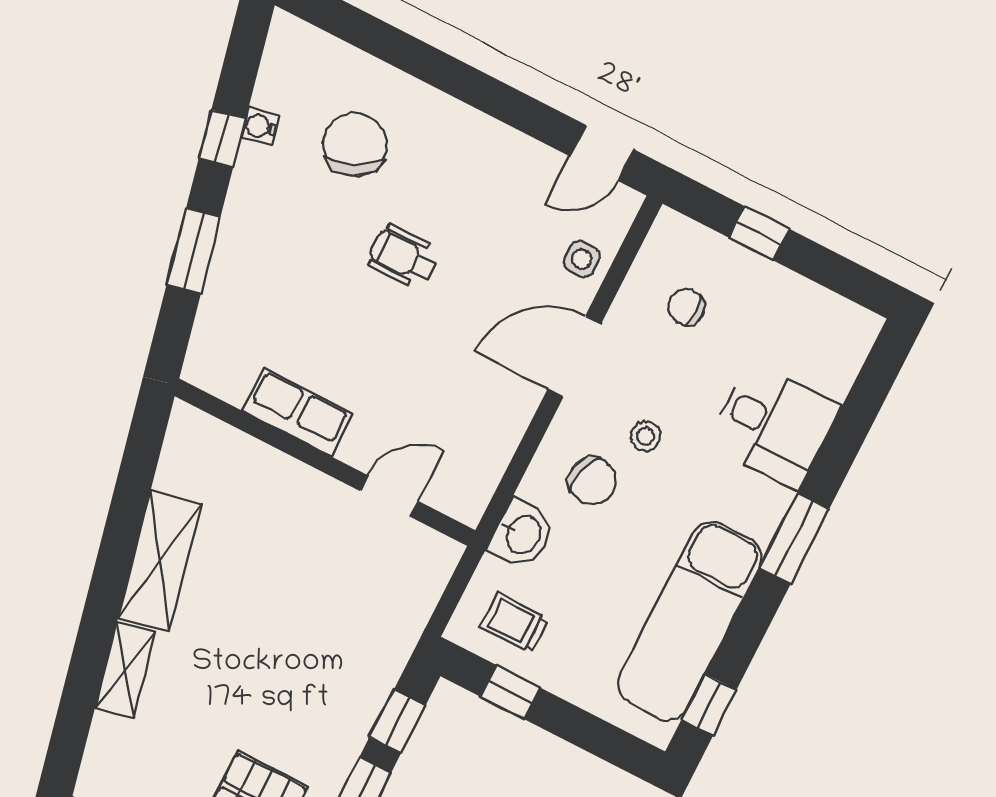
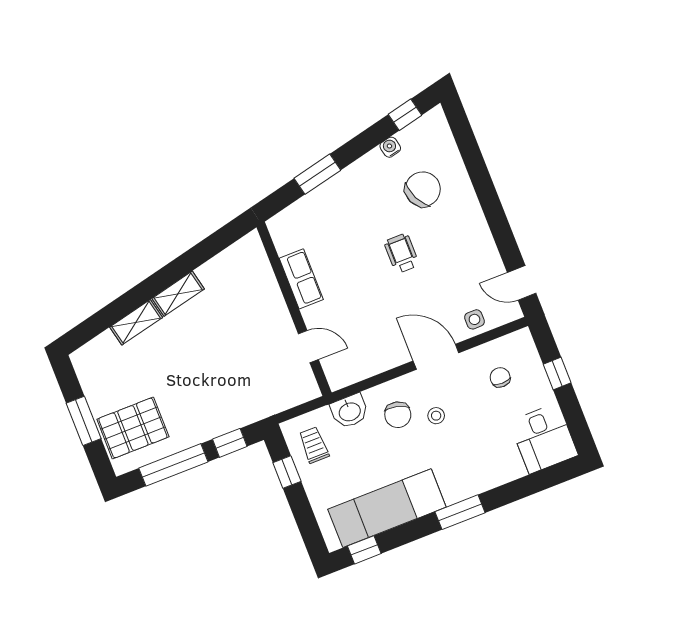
window: (222, 138) -> (405, 115), moved
desk: (774, 425) -> (544, 438), moved
shelving: (160, 561) -> (178, 294), width x0.67, depth x0.75

